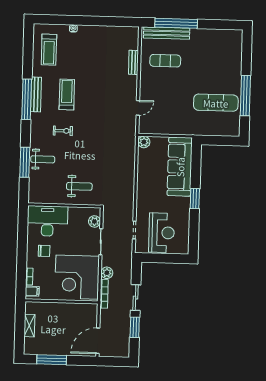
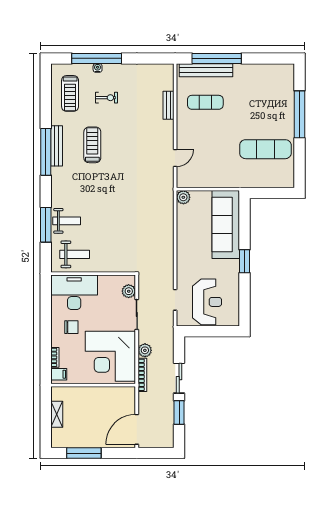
window: (73, 20) -> (97, 58), added
window: (245, 96) -> (299, 114), moved
exercise bike: (63, 131) -> (106, 98), moved
weight bench: (79, 186) -> (75, 254), moved

